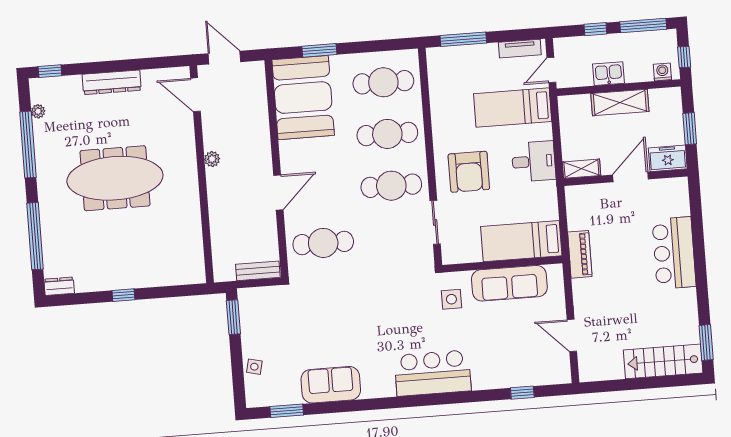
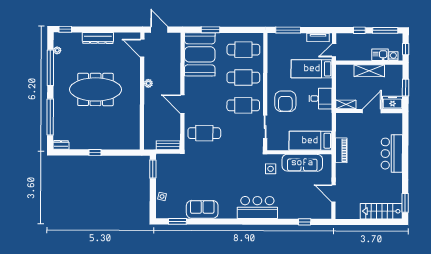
kitchen sink: (609, 74) -> (380, 55), moved
door: (278, 192) -> (182, 104), swing flipped

